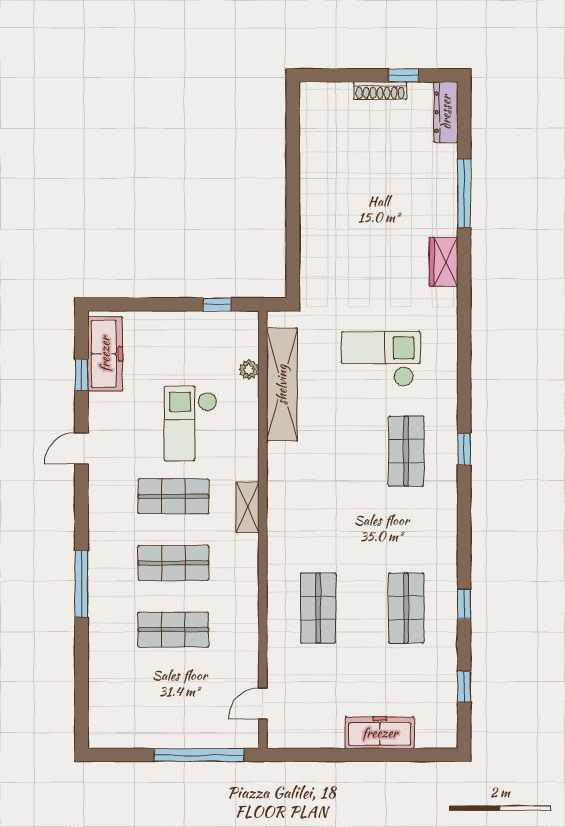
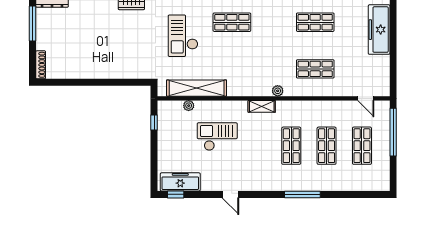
window: (404, 75) -> (33, 24), width x2.17
shoe rack: (380, 91) -> (41, 65), moved
window: (82, 375) -> (176, 194), moved
checkout: (191, 423) -> (217, 137), turned 180
shop shelf: (173, 496) -> (362, 146), moved
plant: (277, 537) -> (278, 91), added
freezer: (380, 733) -> (379, 30), width x1.36, depth x1.26

